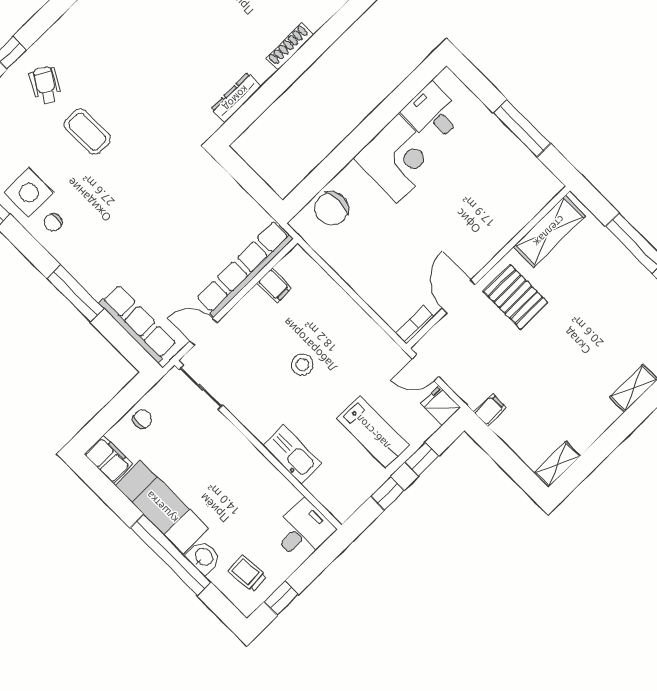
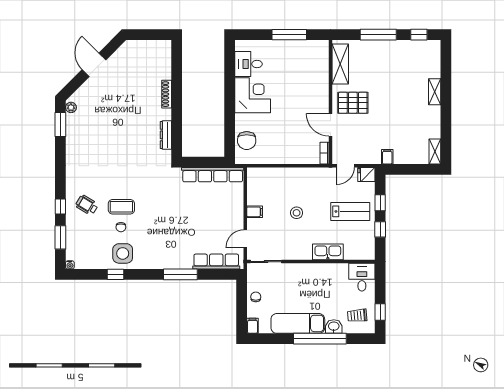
chair: (53, 222) -> (121, 227), moved
row of seats: (244, 269) -> (213, 175), moved, turned -90
filing cabinet: (274, 286) -> (255, 212), moved
filing cabinet: (108, 459) -> (253, 326), width x0.50

